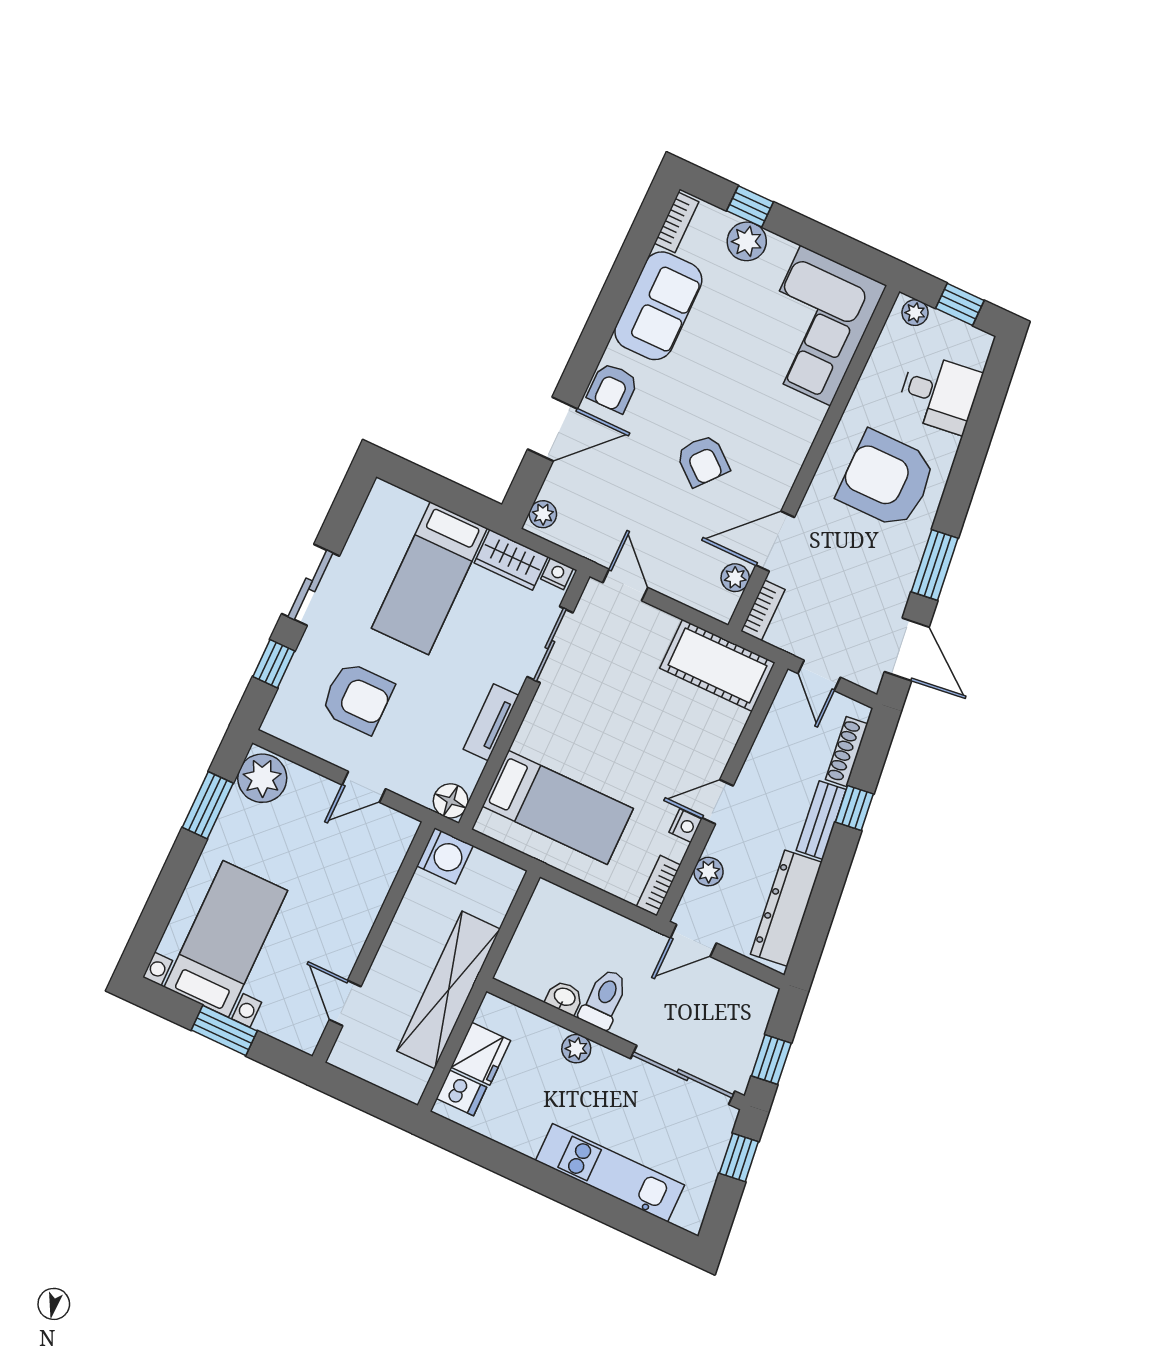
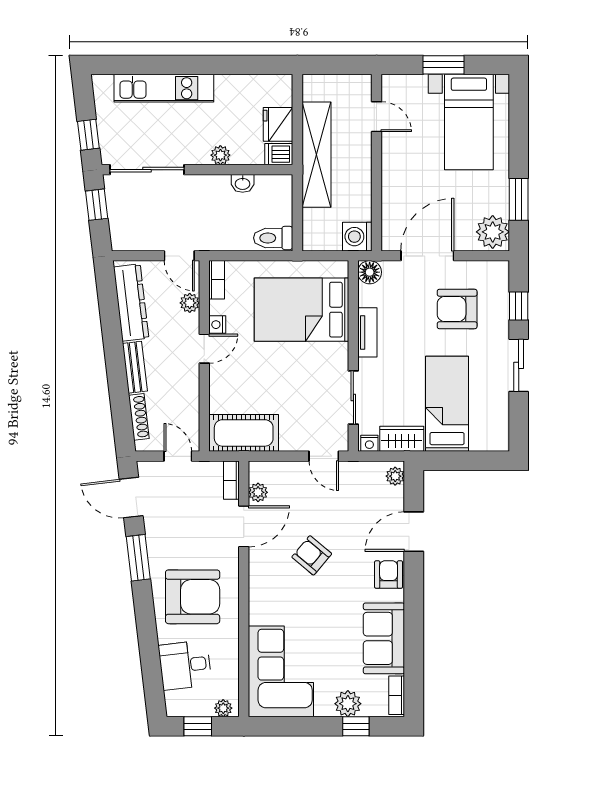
door: (364, 787) -> (427, 256), width x1.88
bed: (558, 807) -> (301, 310), width x1.50
window: (854, 808) -> (118, 384), removed
door: (693, 940) -> (179, 256), swing flipped
toilet: (604, 999) -> (273, 238), moved, turned 90
dishwasher: (461, 1093) -> (279, 154), moved

